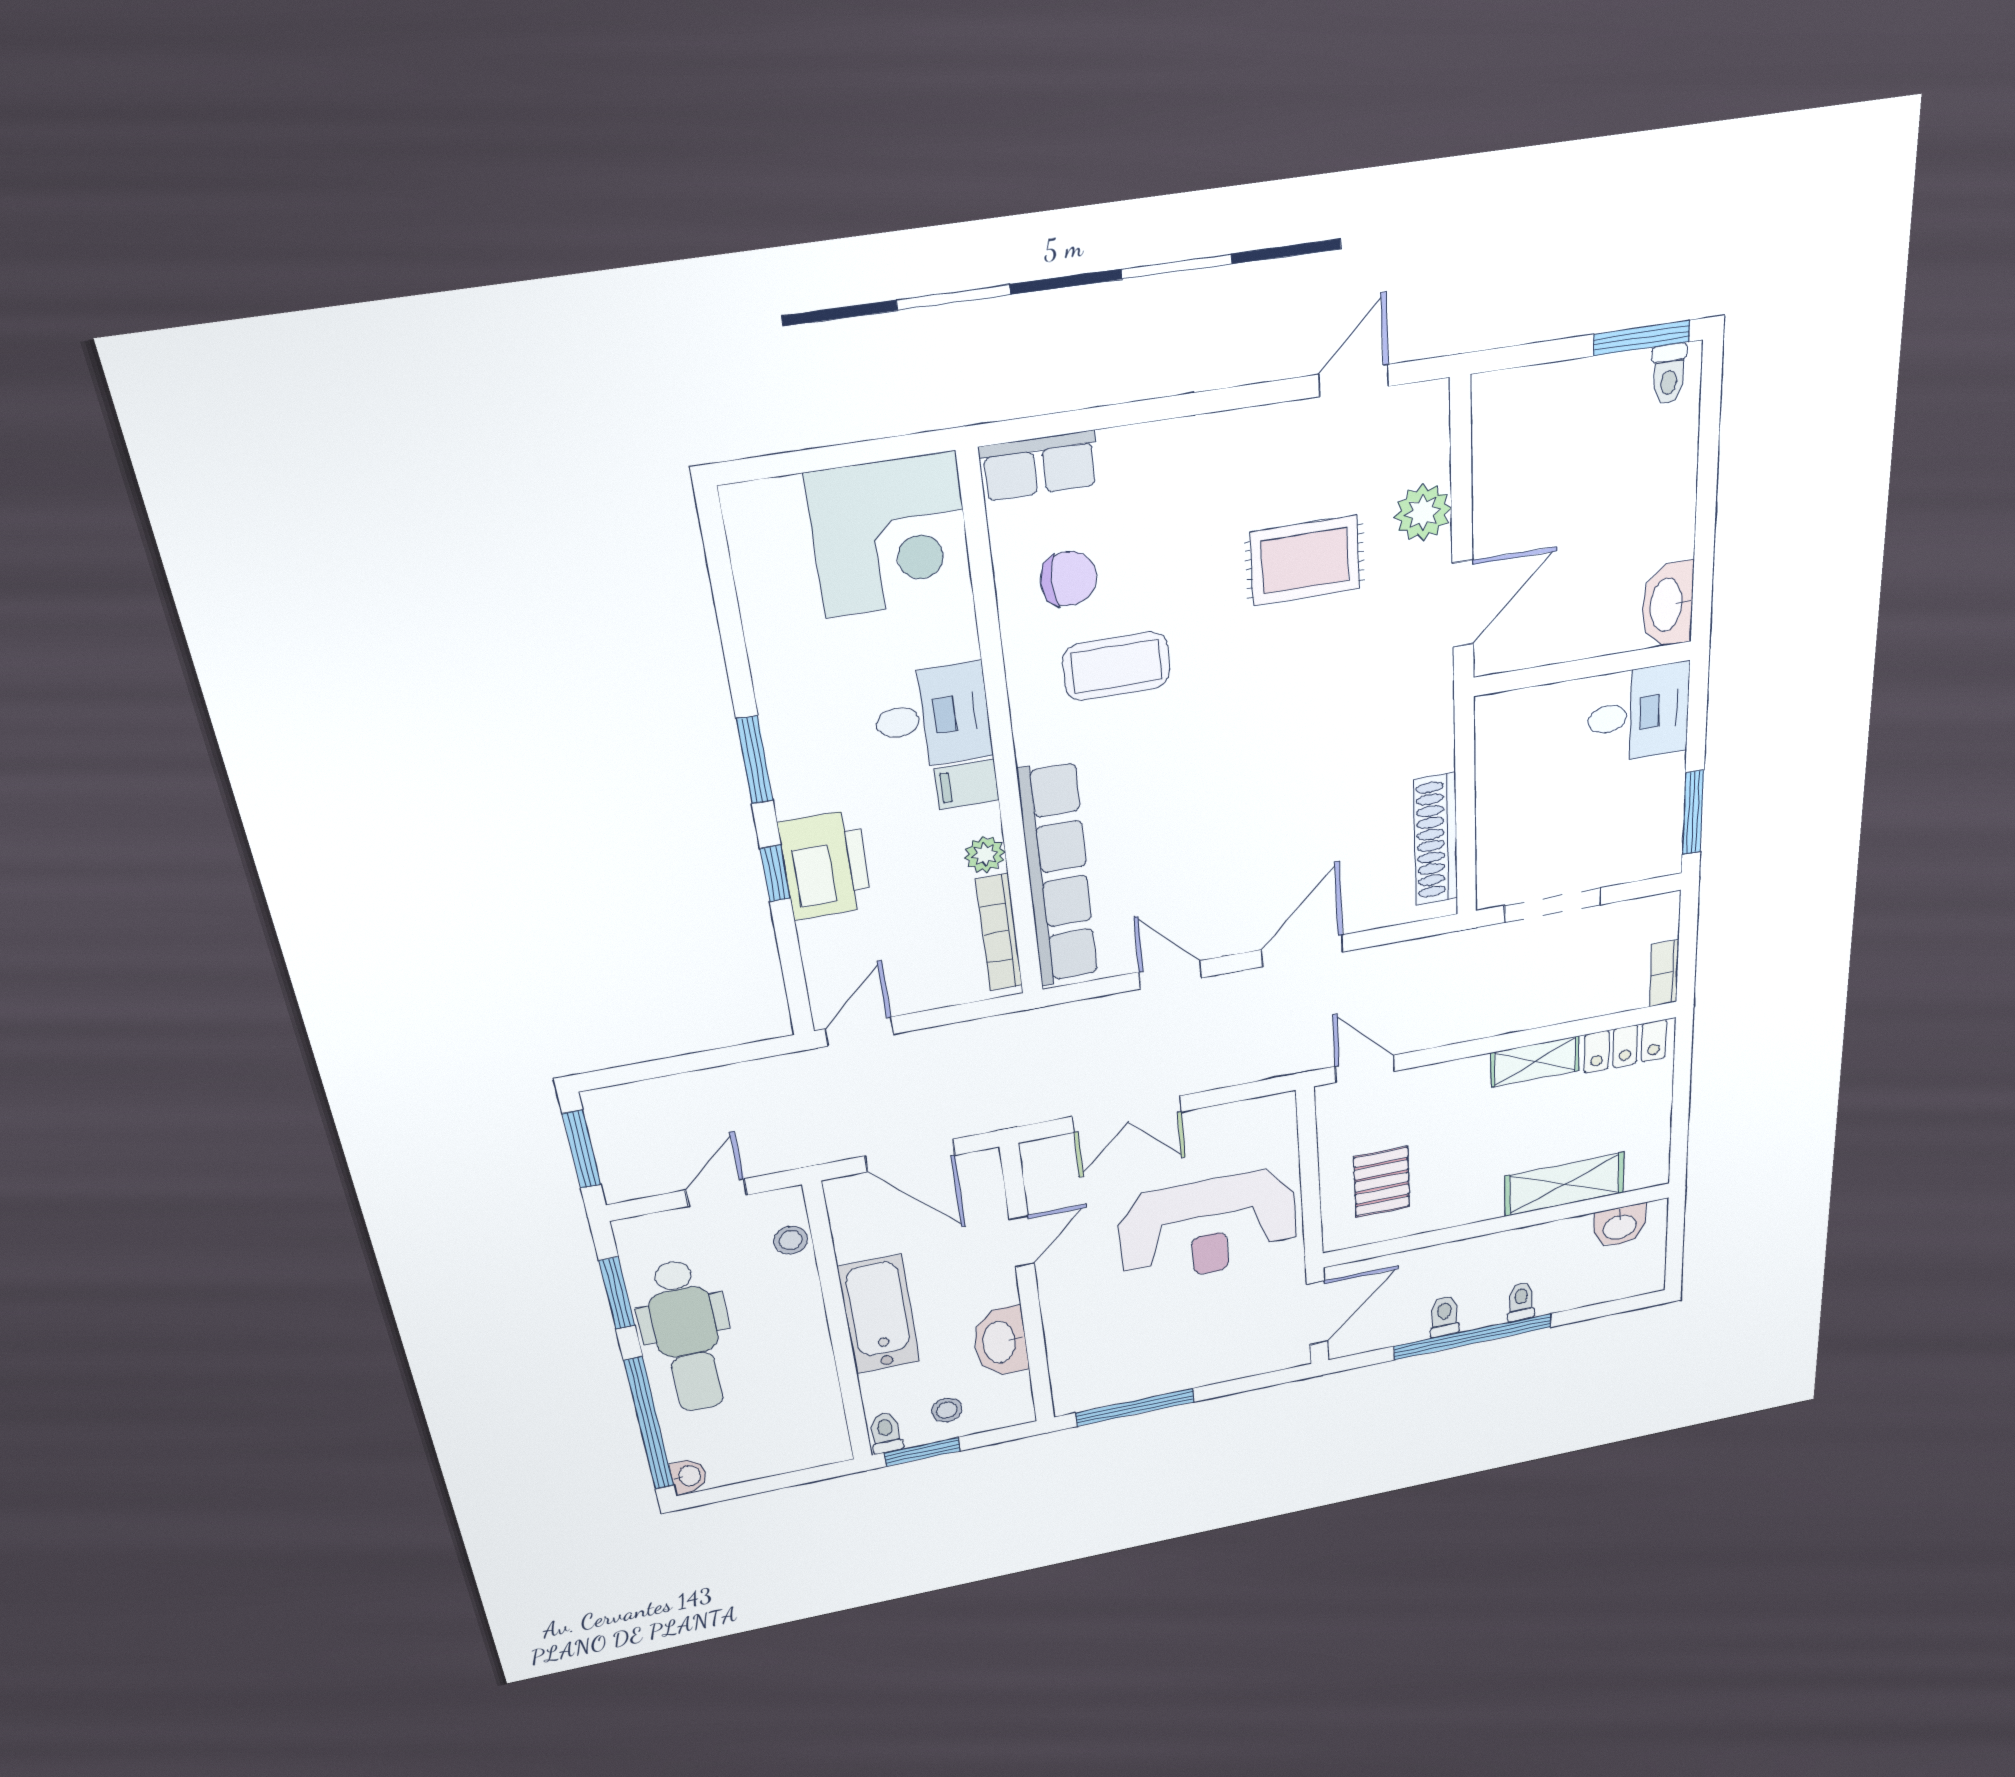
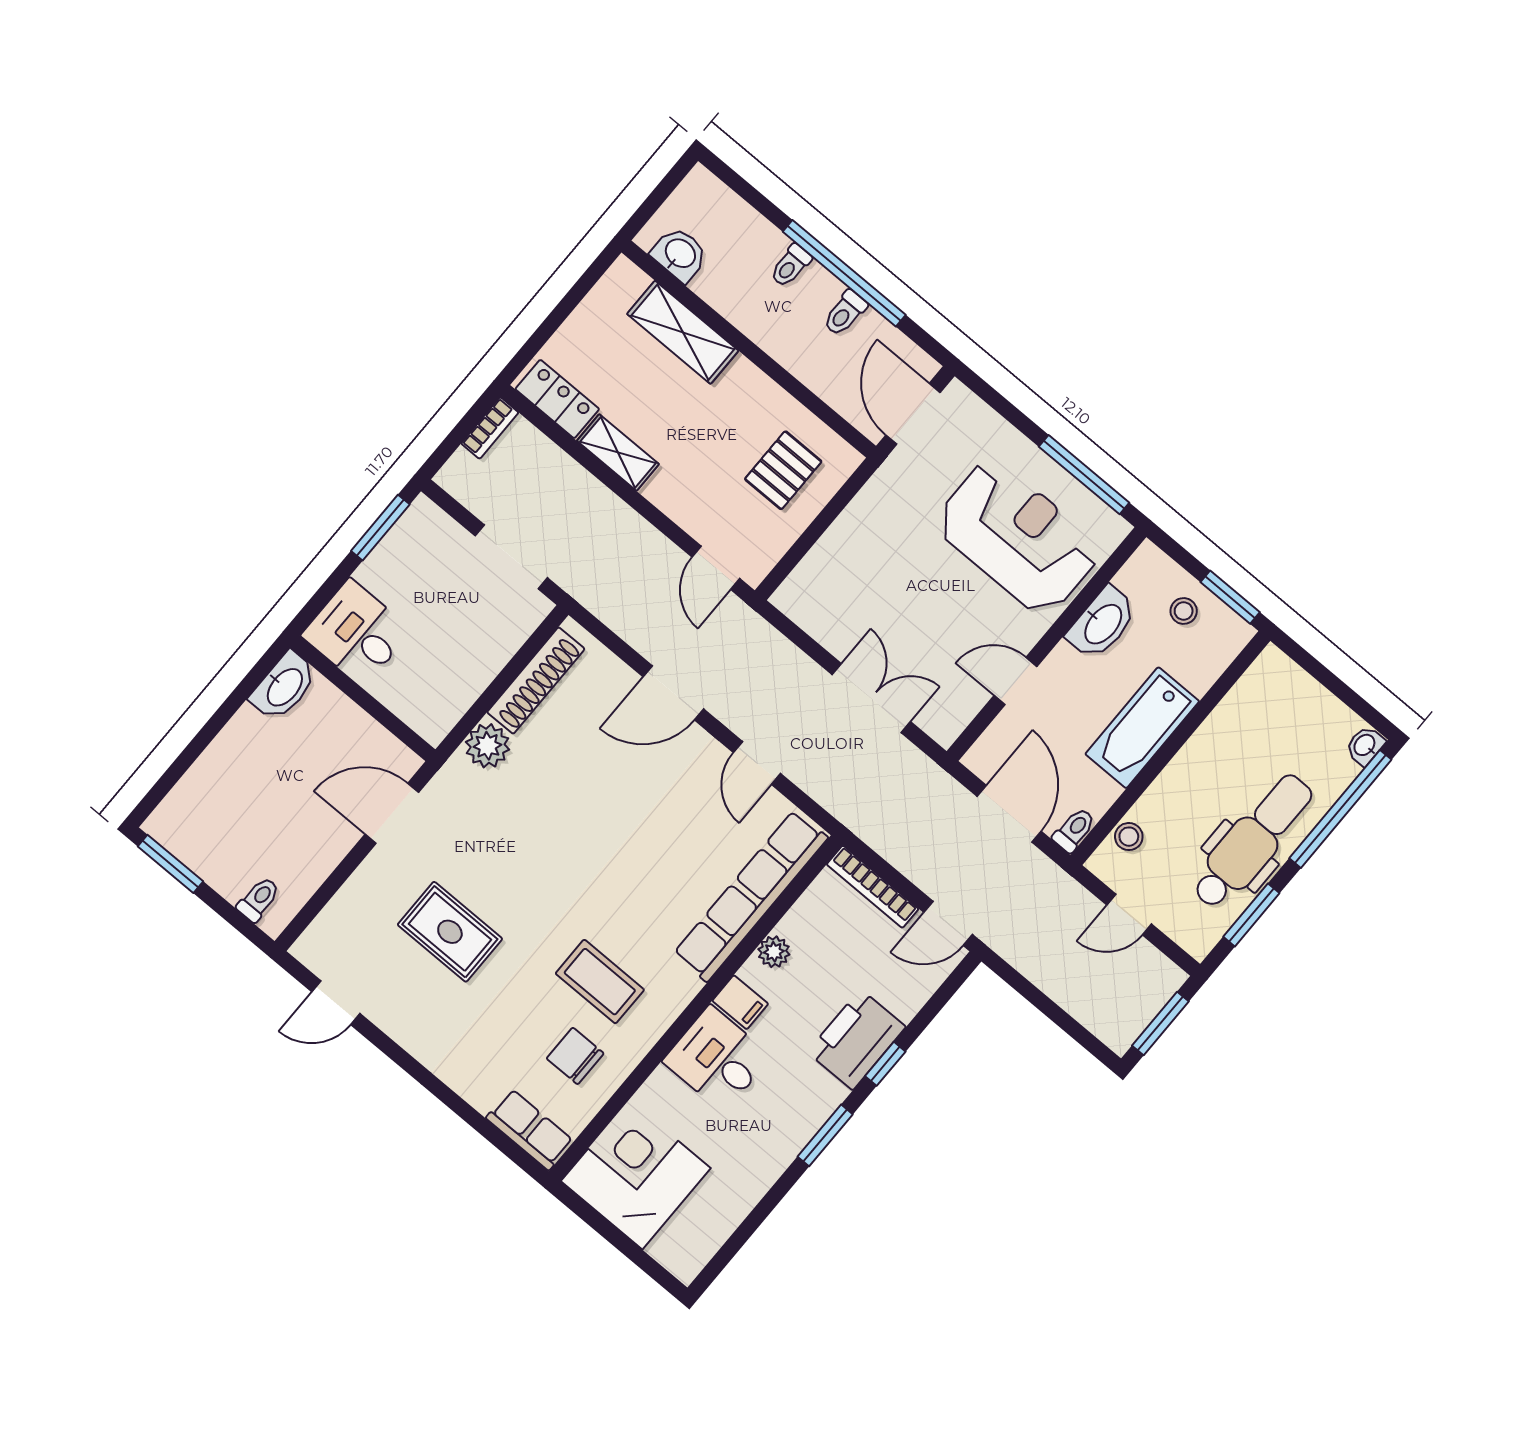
toilet: (1669, 374) -> (259, 899), moved
plant: (1423, 513) -> (488, 746), moved
bookcase: (999, 933) -> (873, 887), moved, turned 90
reception desk: (1208, 1227) -> (1018, 537), moved
door: (1317, 1313) -> (913, 414), hinge flipped
toilet: (886, 1433) -> (1074, 830), moved, turned 180

